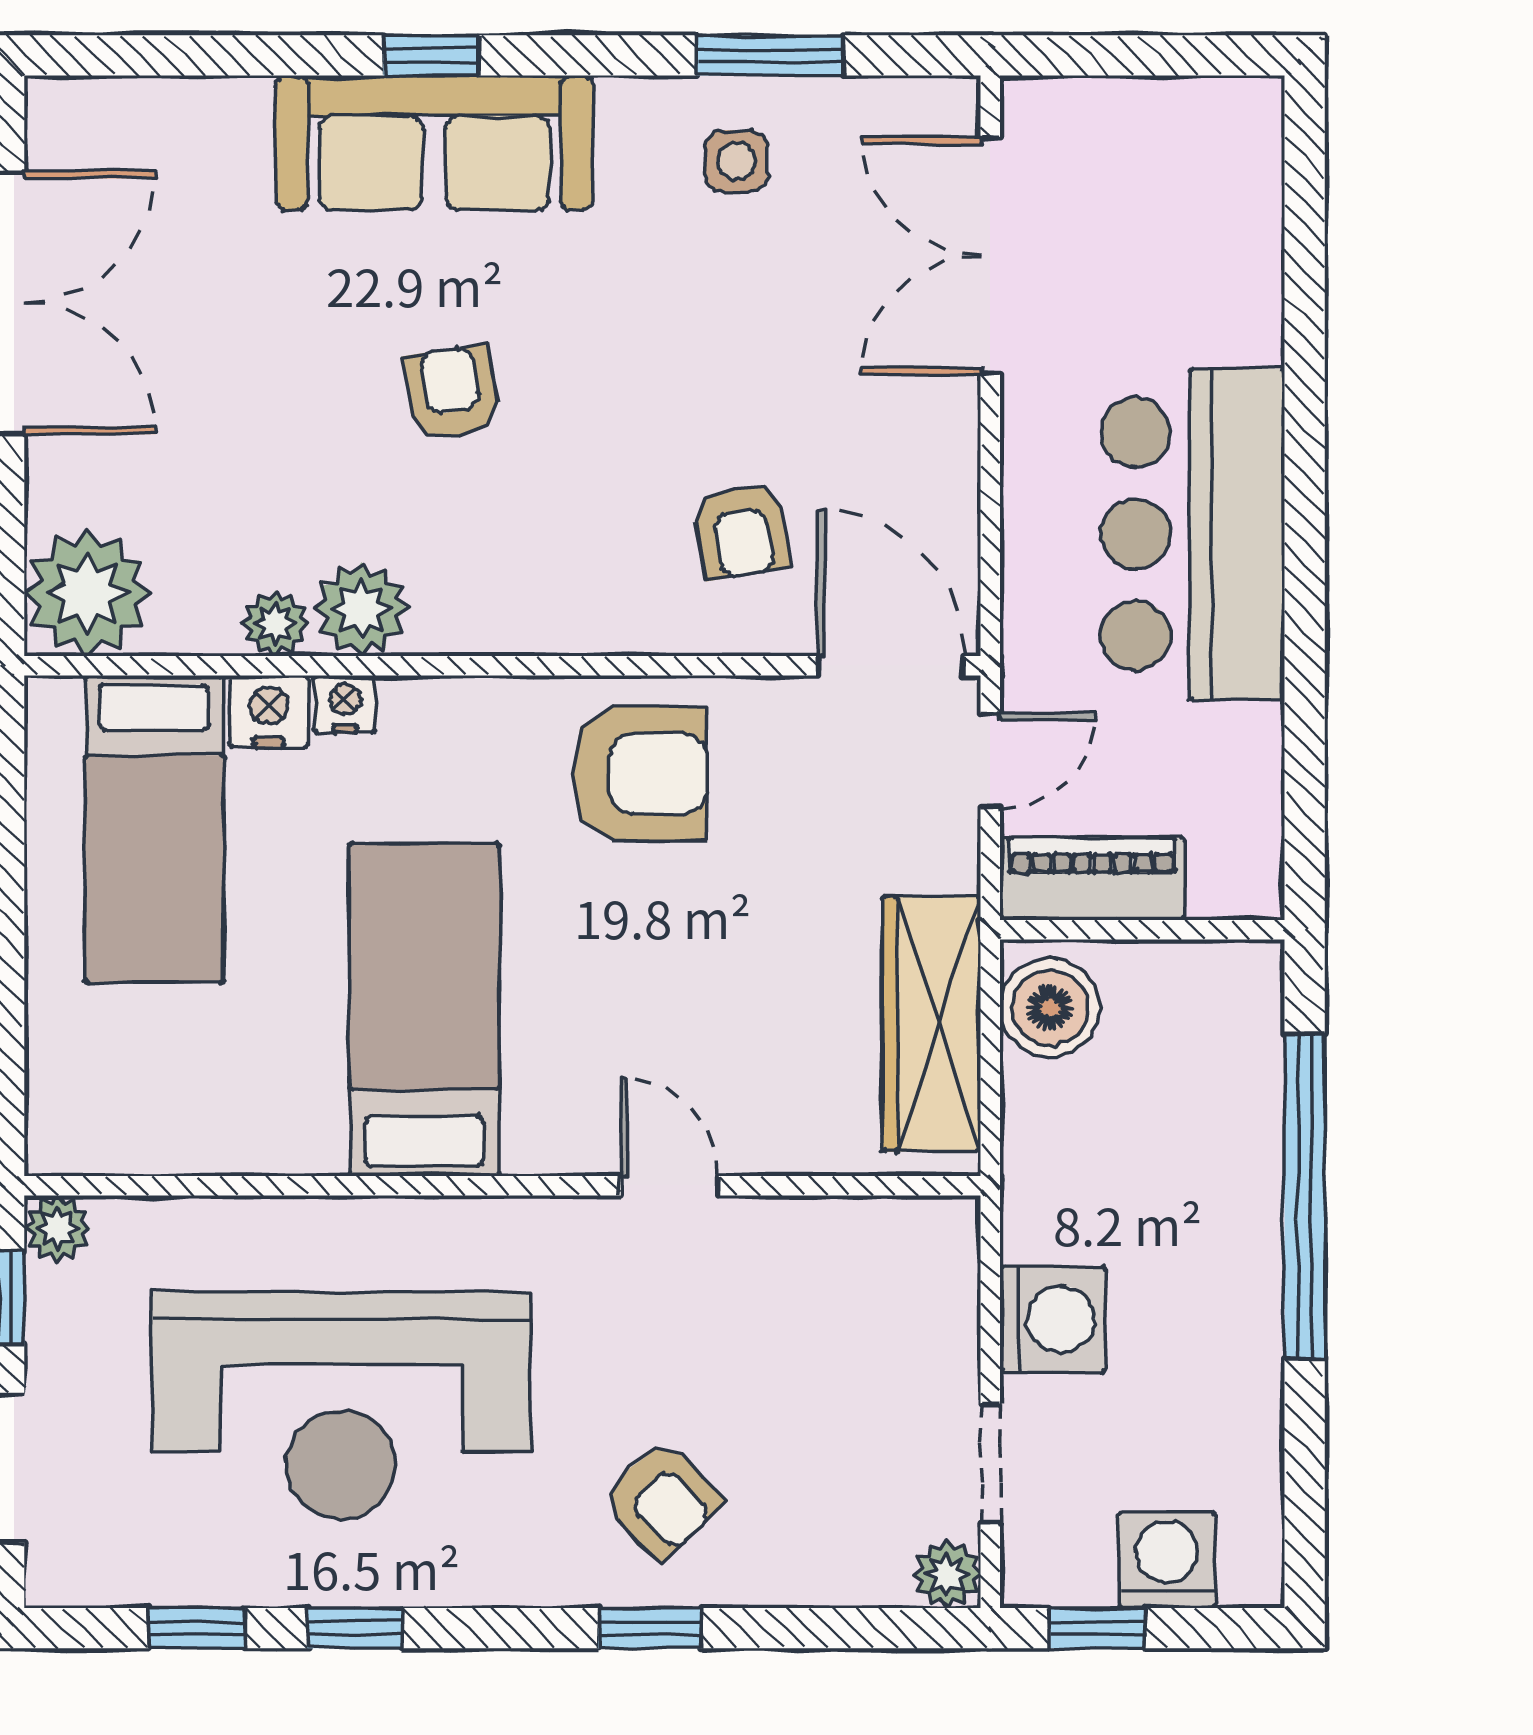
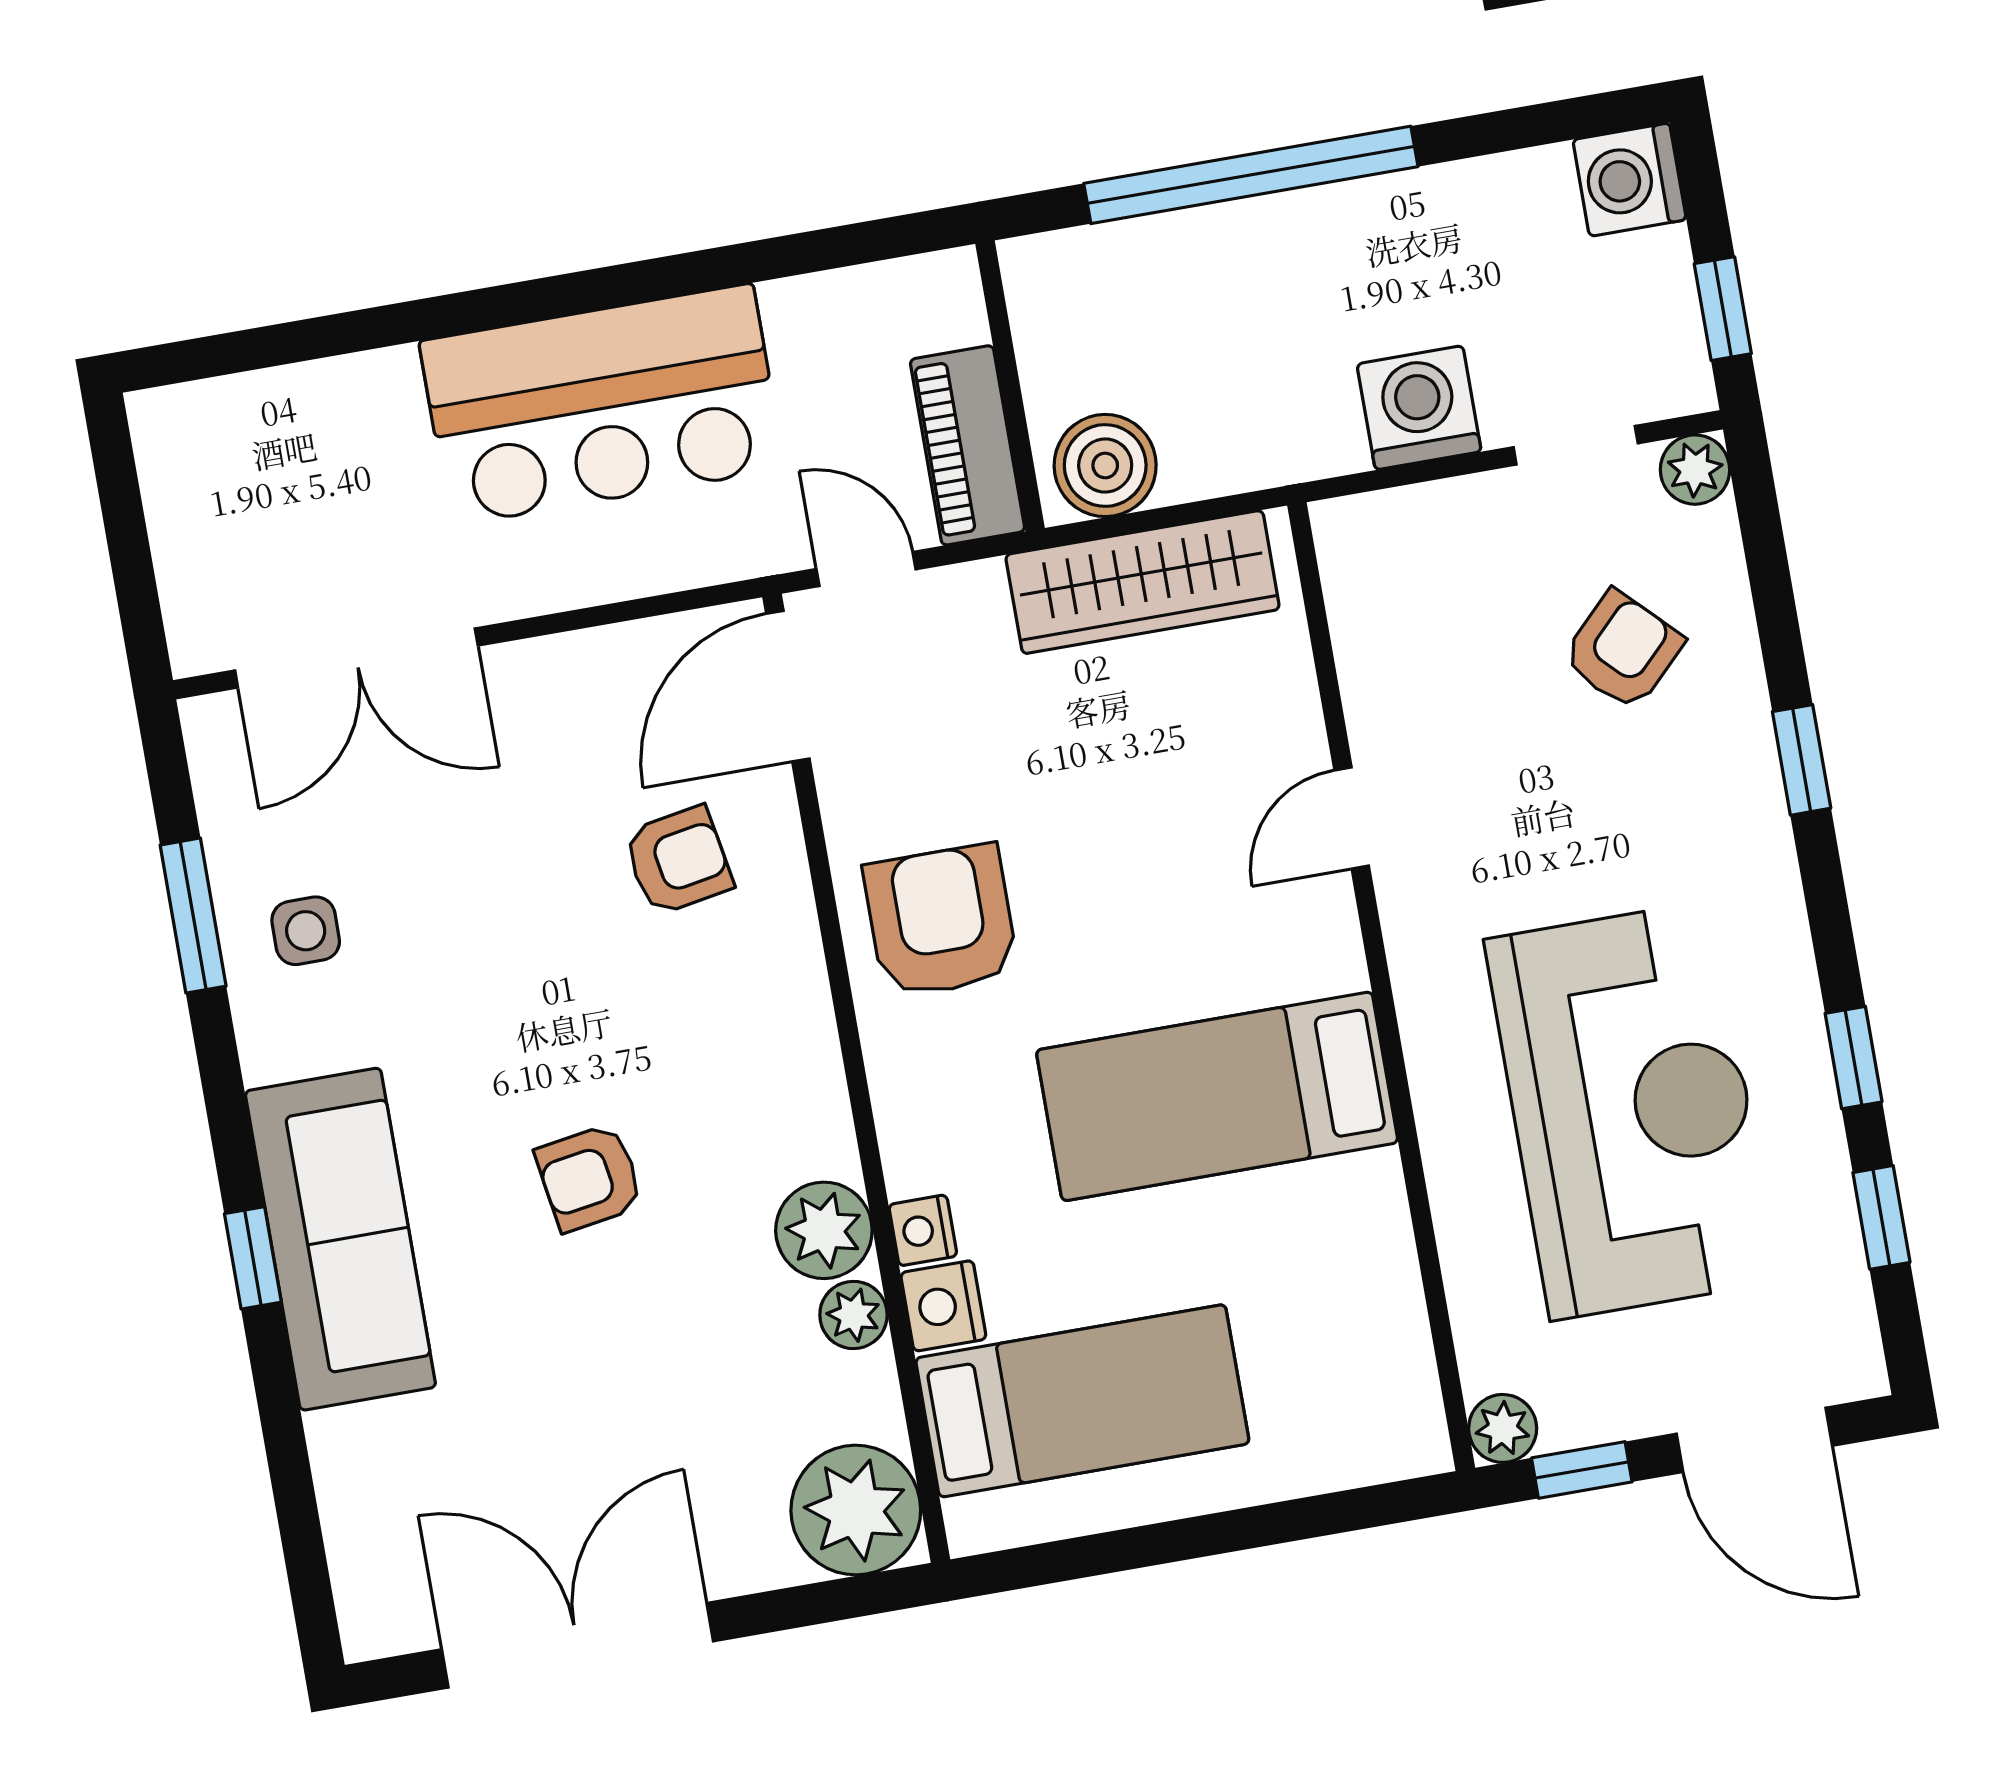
armchair: (662, 1500) -> (1623, 650), moved
washing machine: (1167, 1560) -> (1630, 180), moved

